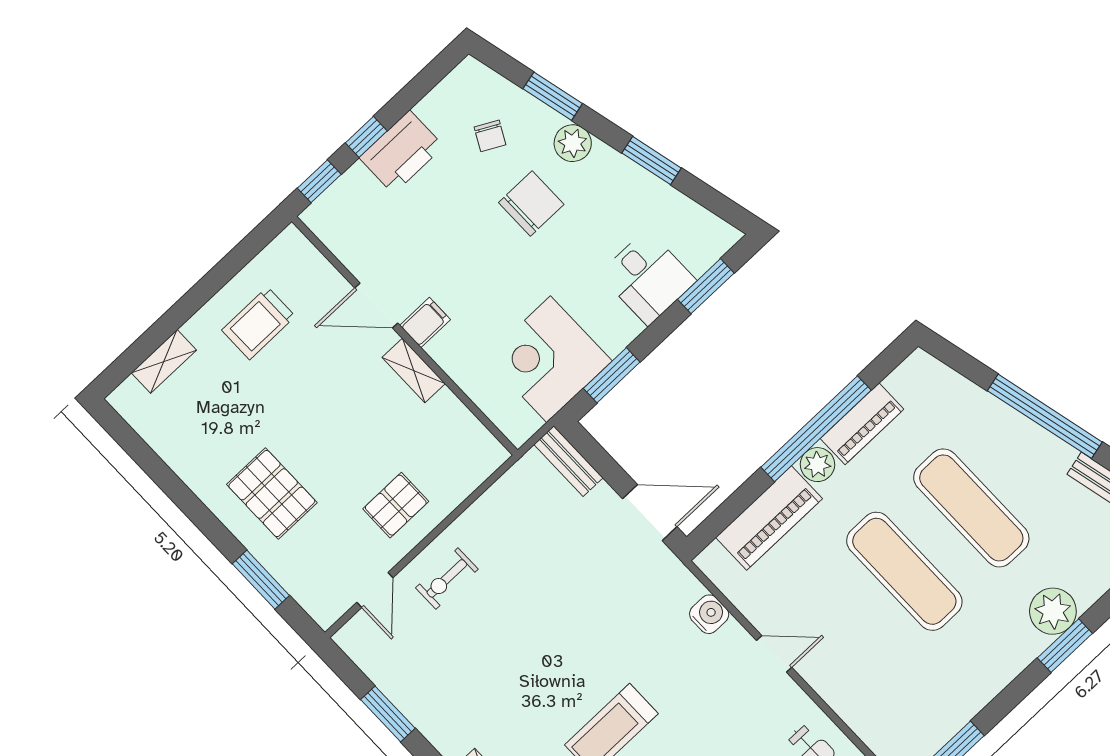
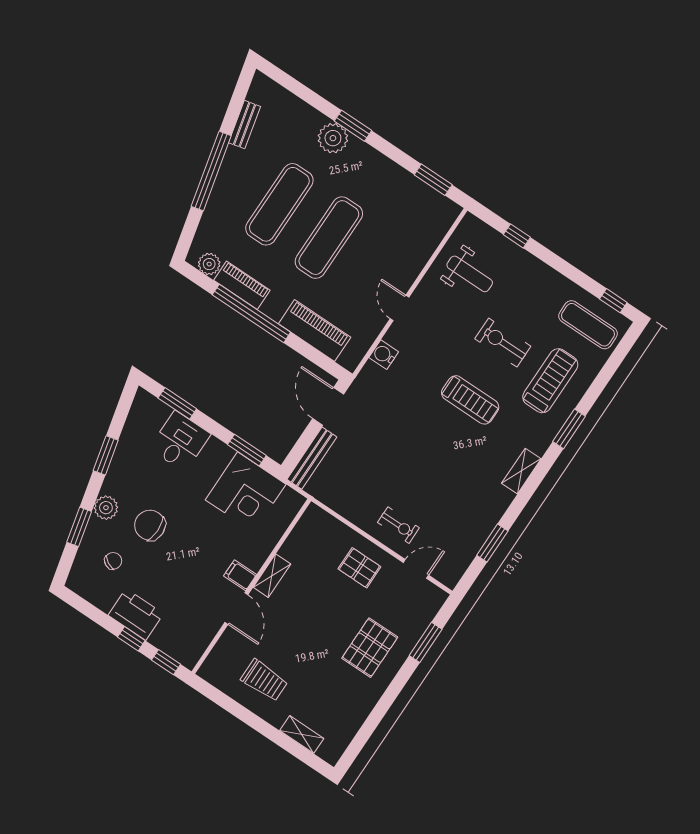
bench: (568, 461) -> (312, 458), width x1.36
plant: (817, 465) -> (209, 264), moved

